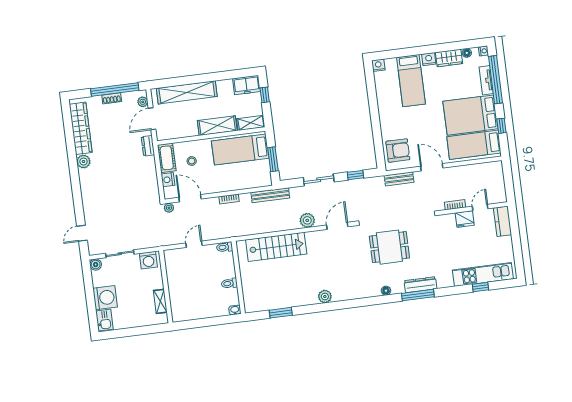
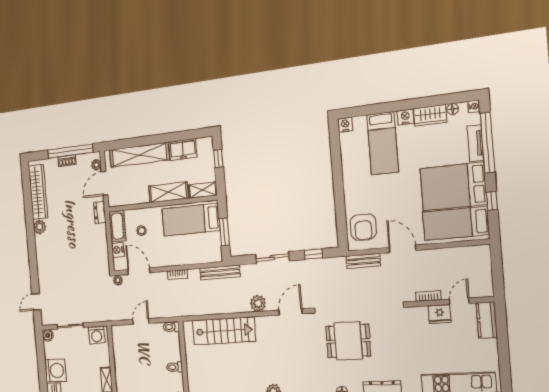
freezer: (246, 85) -> (183, 149), moved
armchair: (398, 151) -> (363, 227), turned 90

